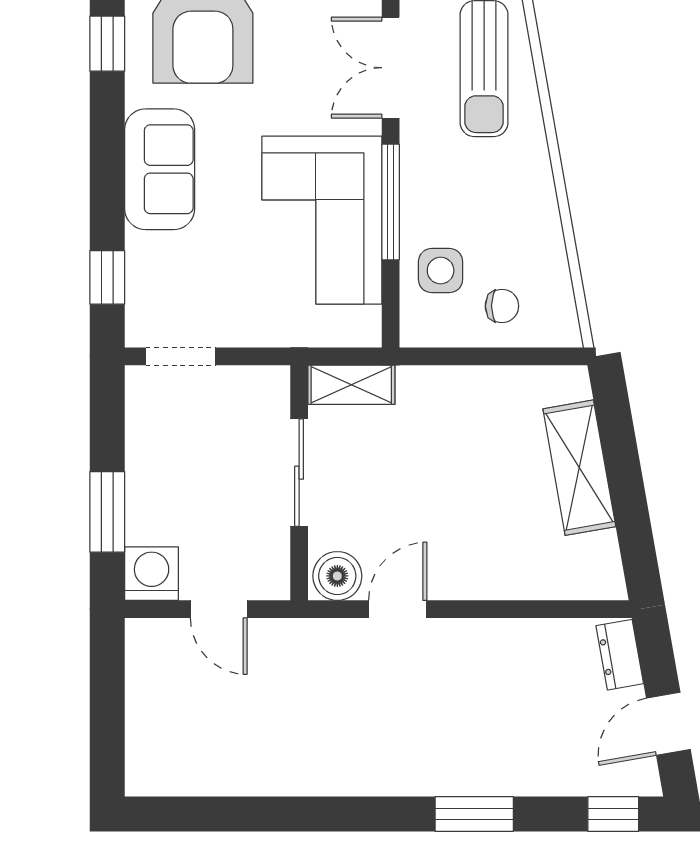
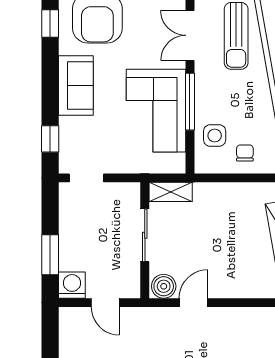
chair: (502, 306) -> (245, 153), turned -90

